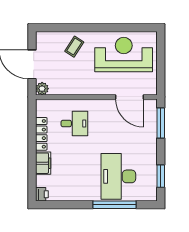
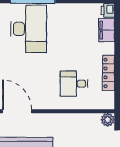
filing cabinet: (43, 163) -> (107, 30), moved

